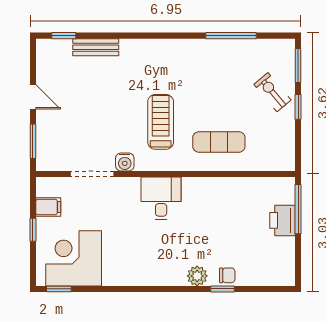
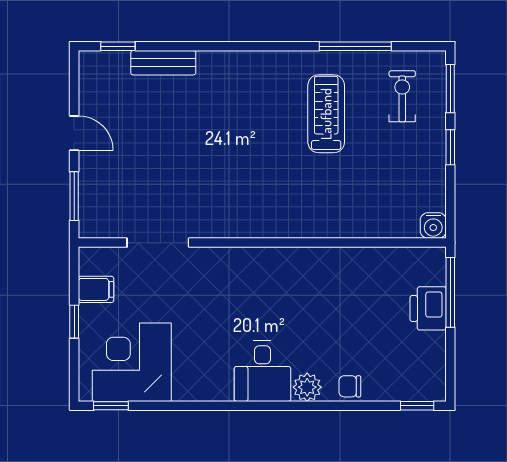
exercise bike: (273, 92) -> (402, 96), moved, turned 40
treadmill: (161, 122) -> (326, 114), moved
exercise mat: (219, 142) -> (338, 197), removed
water cooler: (125, 162) -> (433, 225), moved
desk: (161, 198) -> (262, 371), moved, turned 180
chair: (227, 275) -> (350, 386), turned 180
window: (222, 289) -> (417, 406), moved

